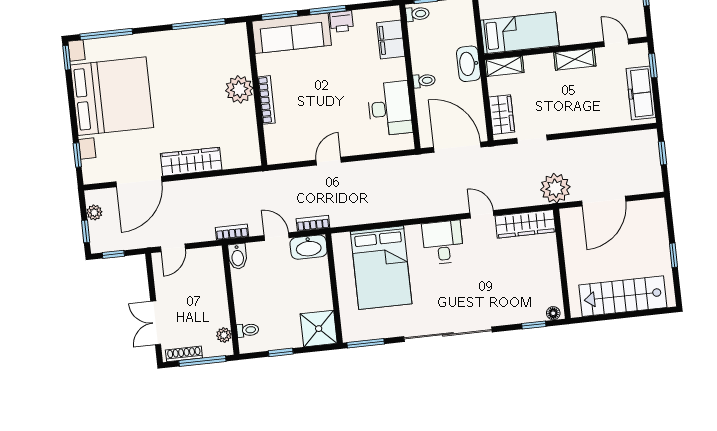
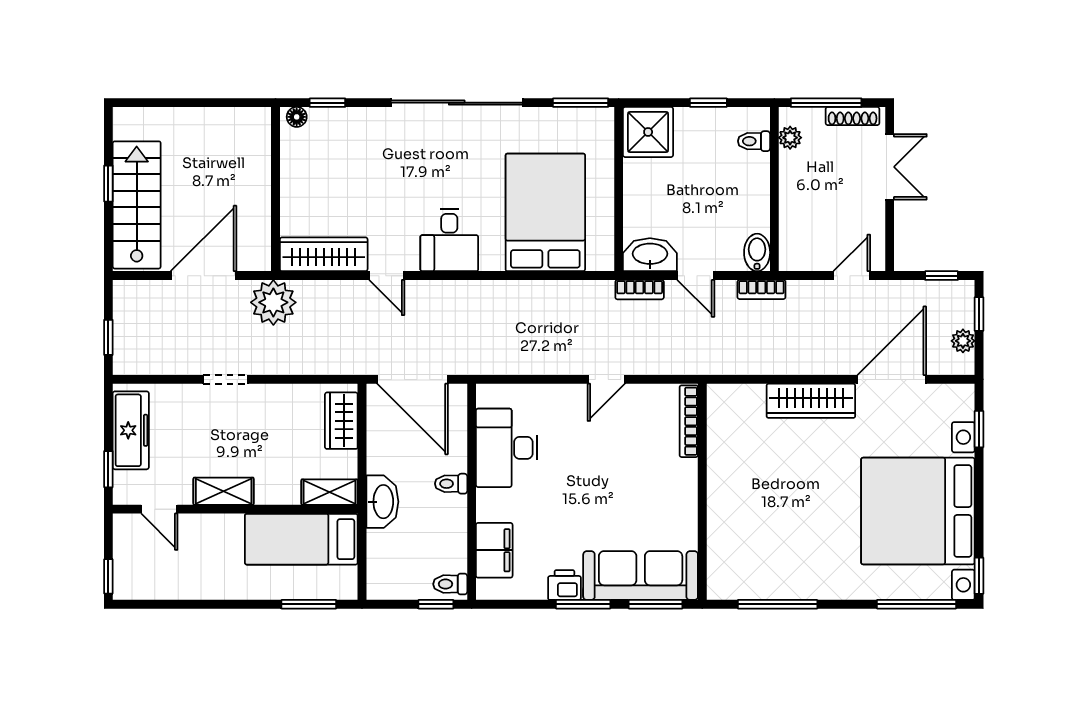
plant: (239, 89) -> (728, 501), removed
bookcase: (266, 100) -> (689, 421), moved
doorway: (532, 139) -> (226, 379), moved
stairs: (623, 296) -> (137, 205), moved, turned -90

